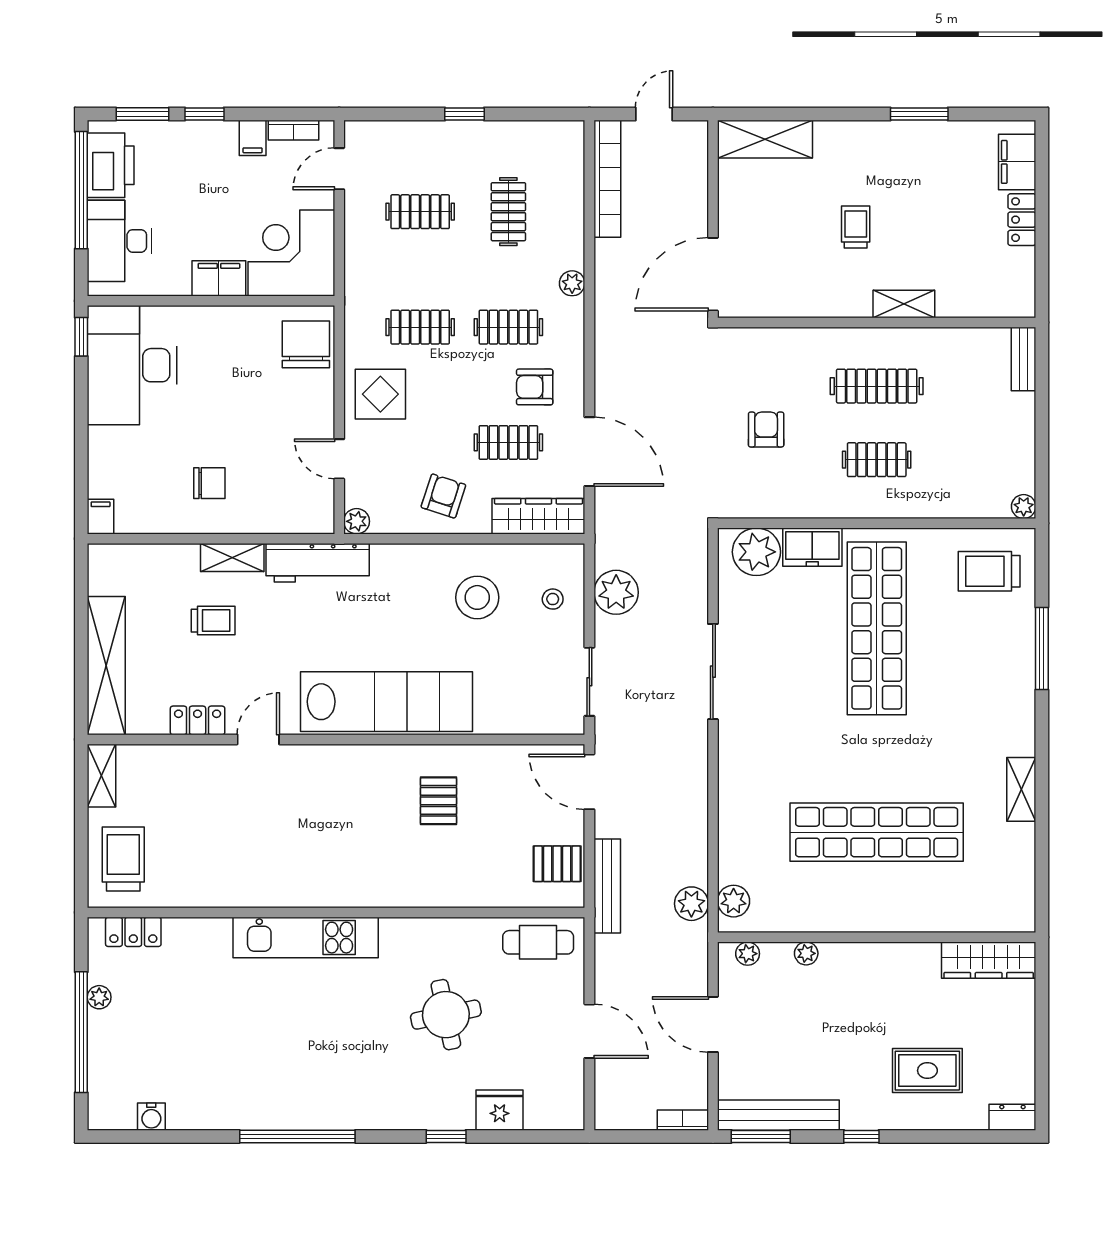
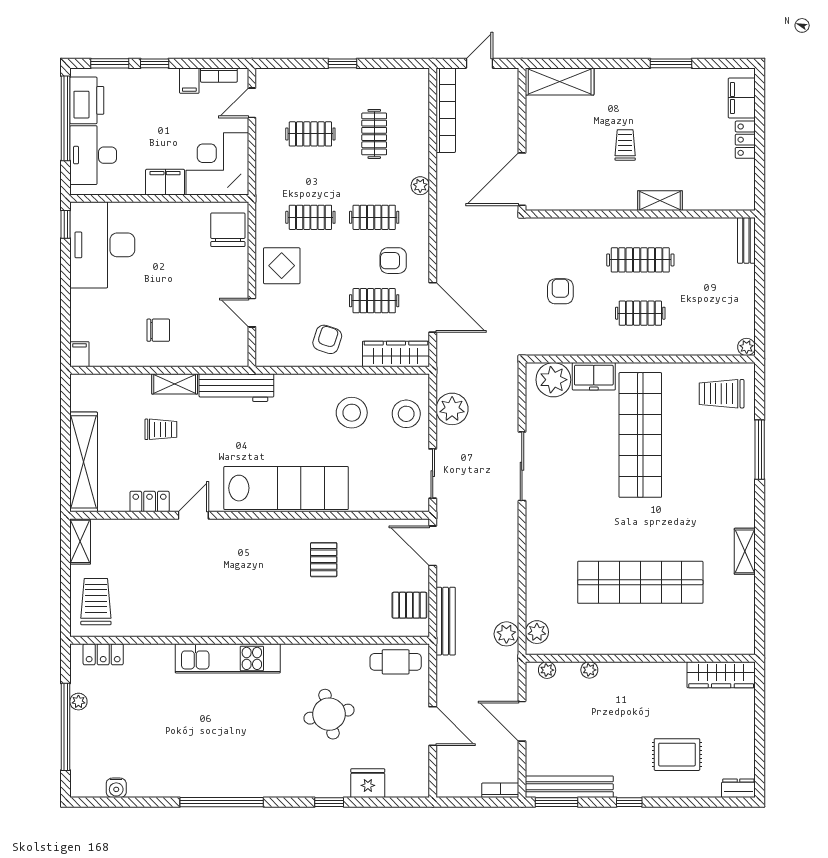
plant: (357, 521) -> (264, 358), removed
stool: (553, 599) -> (406, 414), width x1.89, depth x1.89

